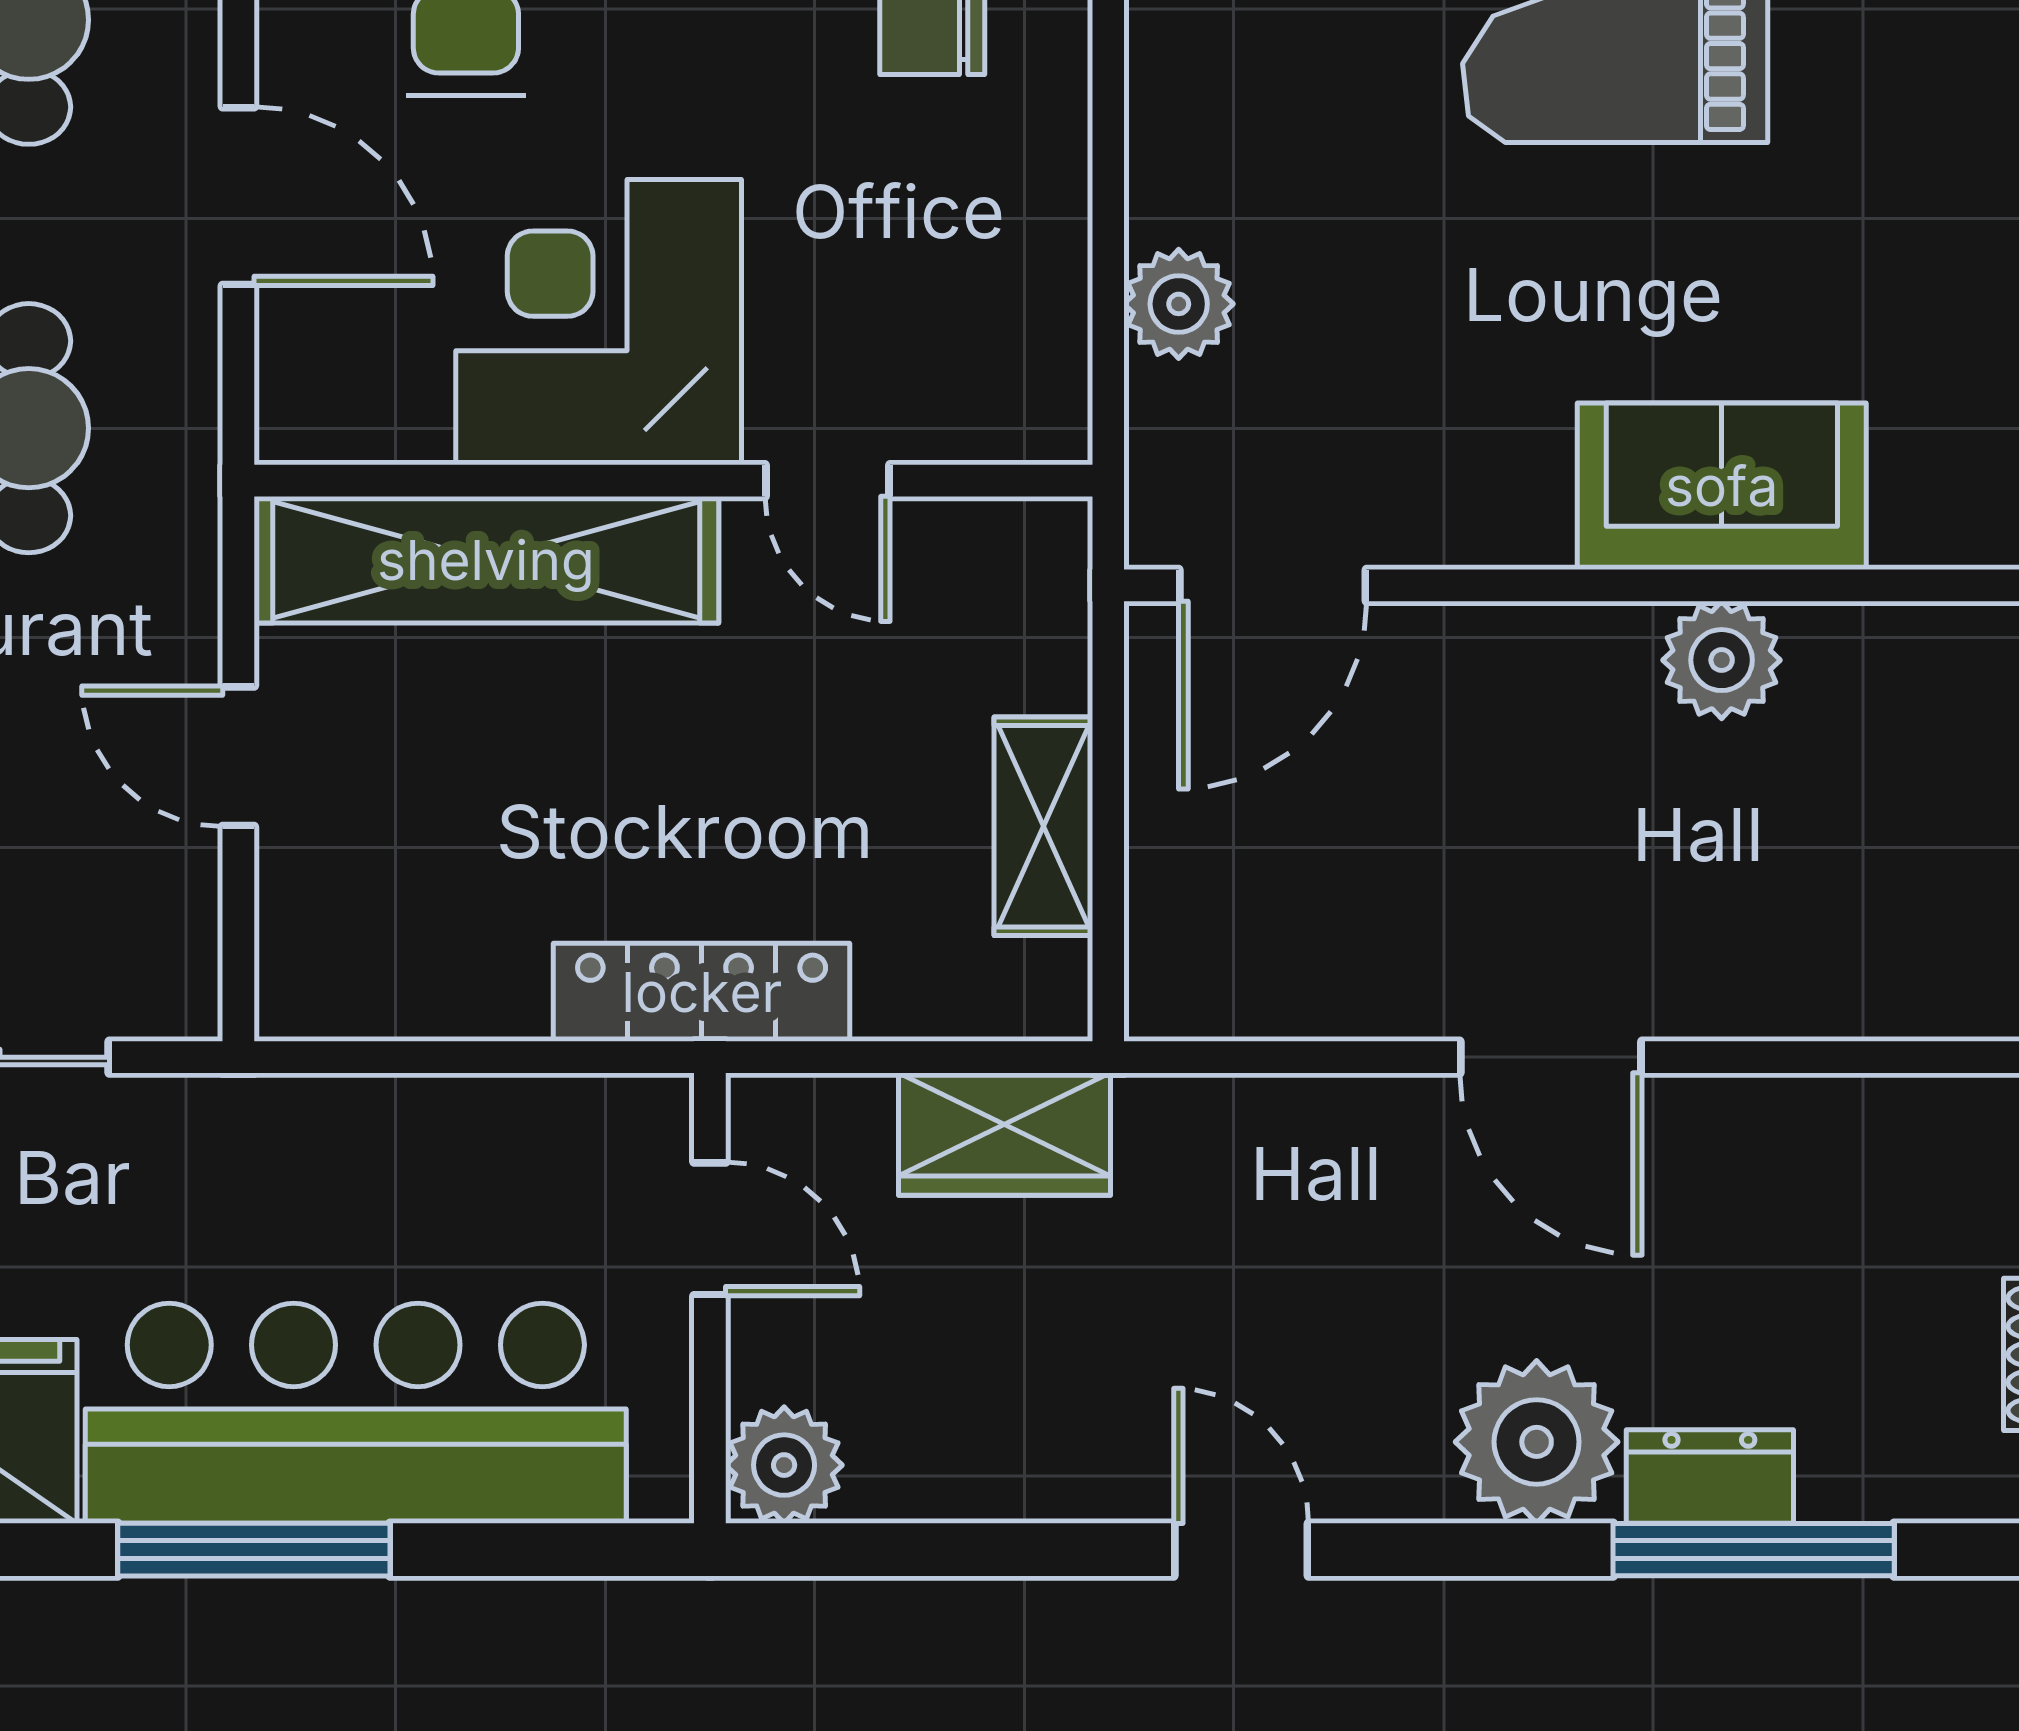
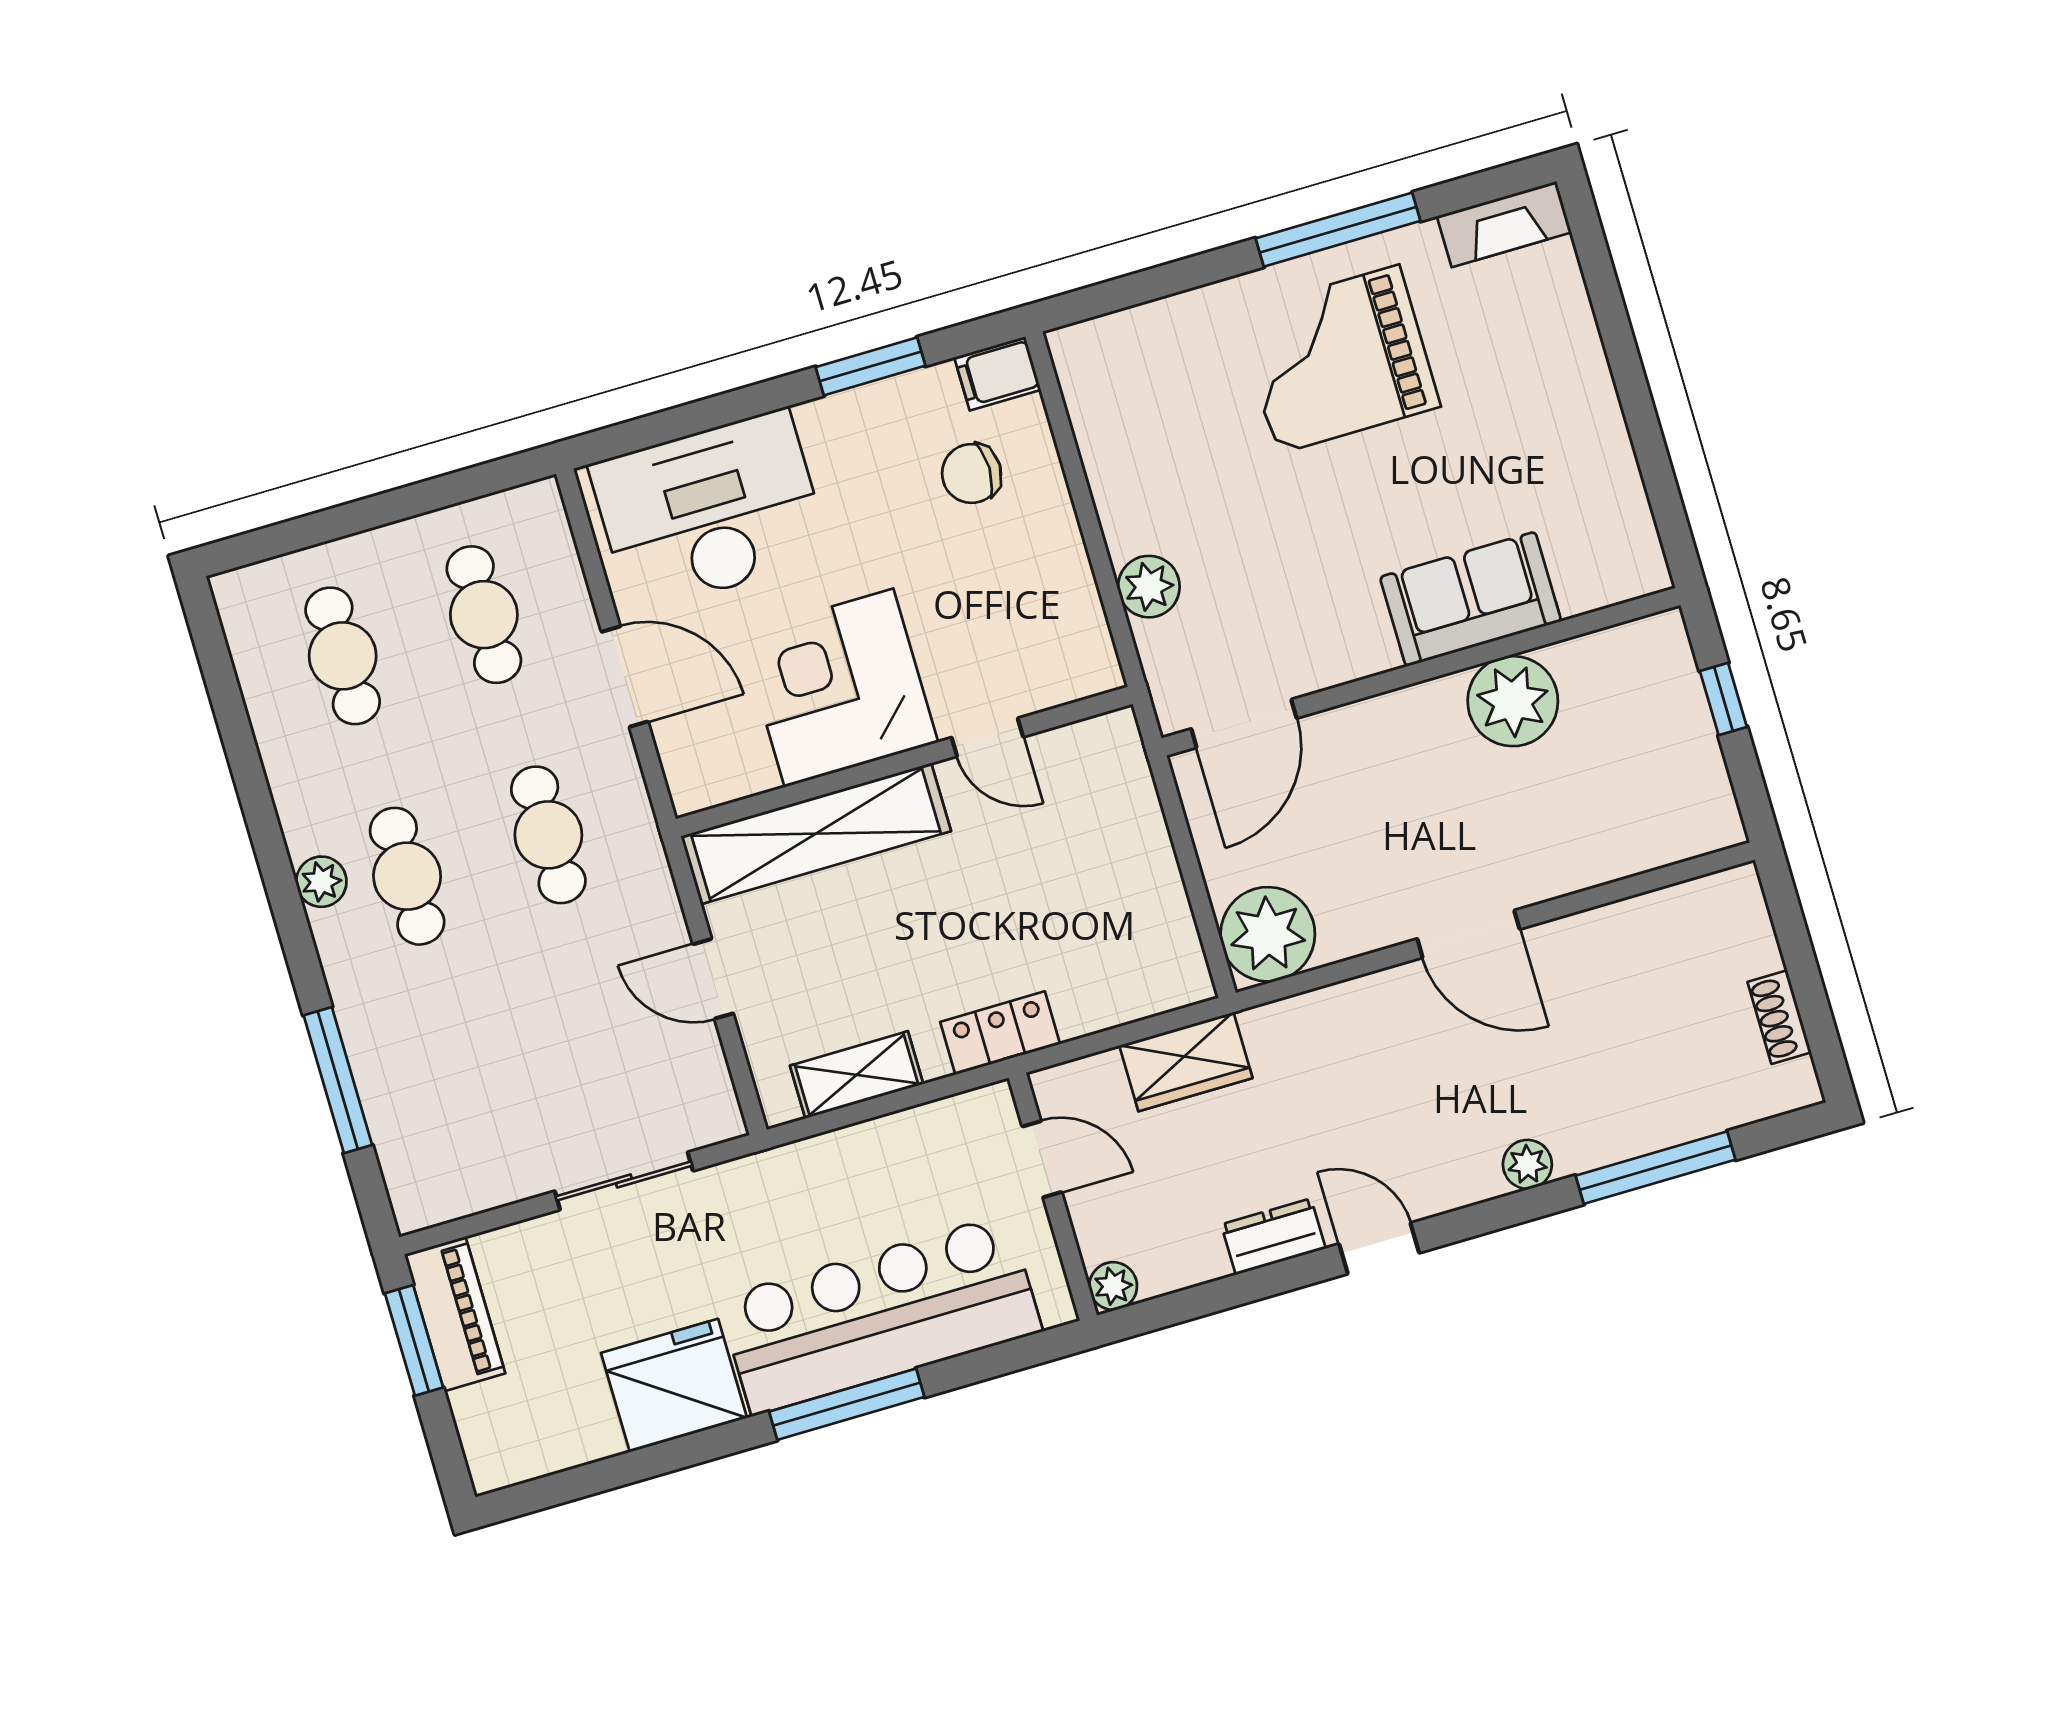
plant: (1722, 660) -> (1513, 701), width x1.36, depth x1.36
shelving: (1043, 826) -> (857, 1075), moved, turned 90
plant: (1208, 957) -> (1268, 934), added
locker: (702, 992) -> (1000, 1033), width x0.66
plant: (1537, 1442) -> (1527, 1164), width x0.53, depth x0.53
plant: (784, 1465) -> (1113, 1286), width x0.73, depth x0.73
dresser: (1710, 1477) -> (1273, 1237), moved

